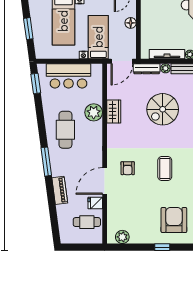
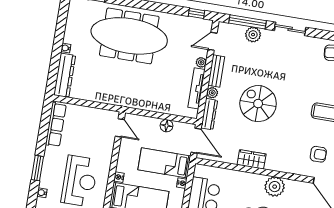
floor lamp: (131, 23) -> (166, 126), moved
spiral stairs: (163, 109) -> (258, 104), turned 180
plant: (94, 112) -> (275, 187), moved

